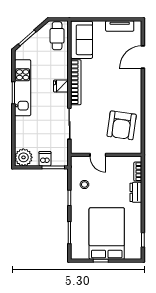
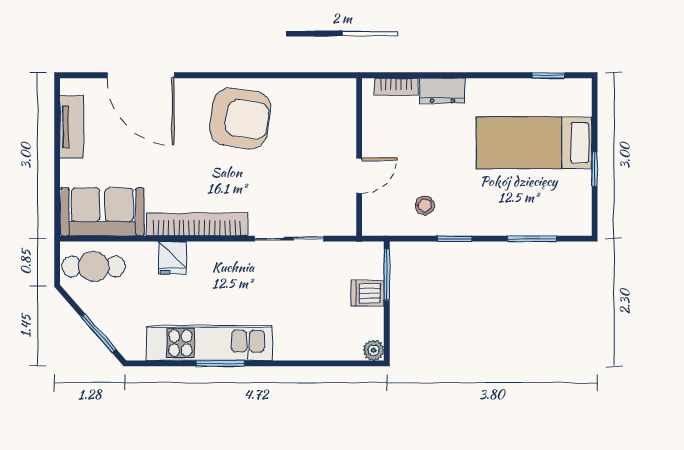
door: (143, 57) -> (141, 75), width x1.36
fridge: (61, 86) -> (172, 258), moved
armchair: (122, 125) -> (240, 118), moved
plant: (23, 157) -> (374, 350), width x0.53, depth x0.53
bed: (107, 234) -> (534, 143), width x0.67

